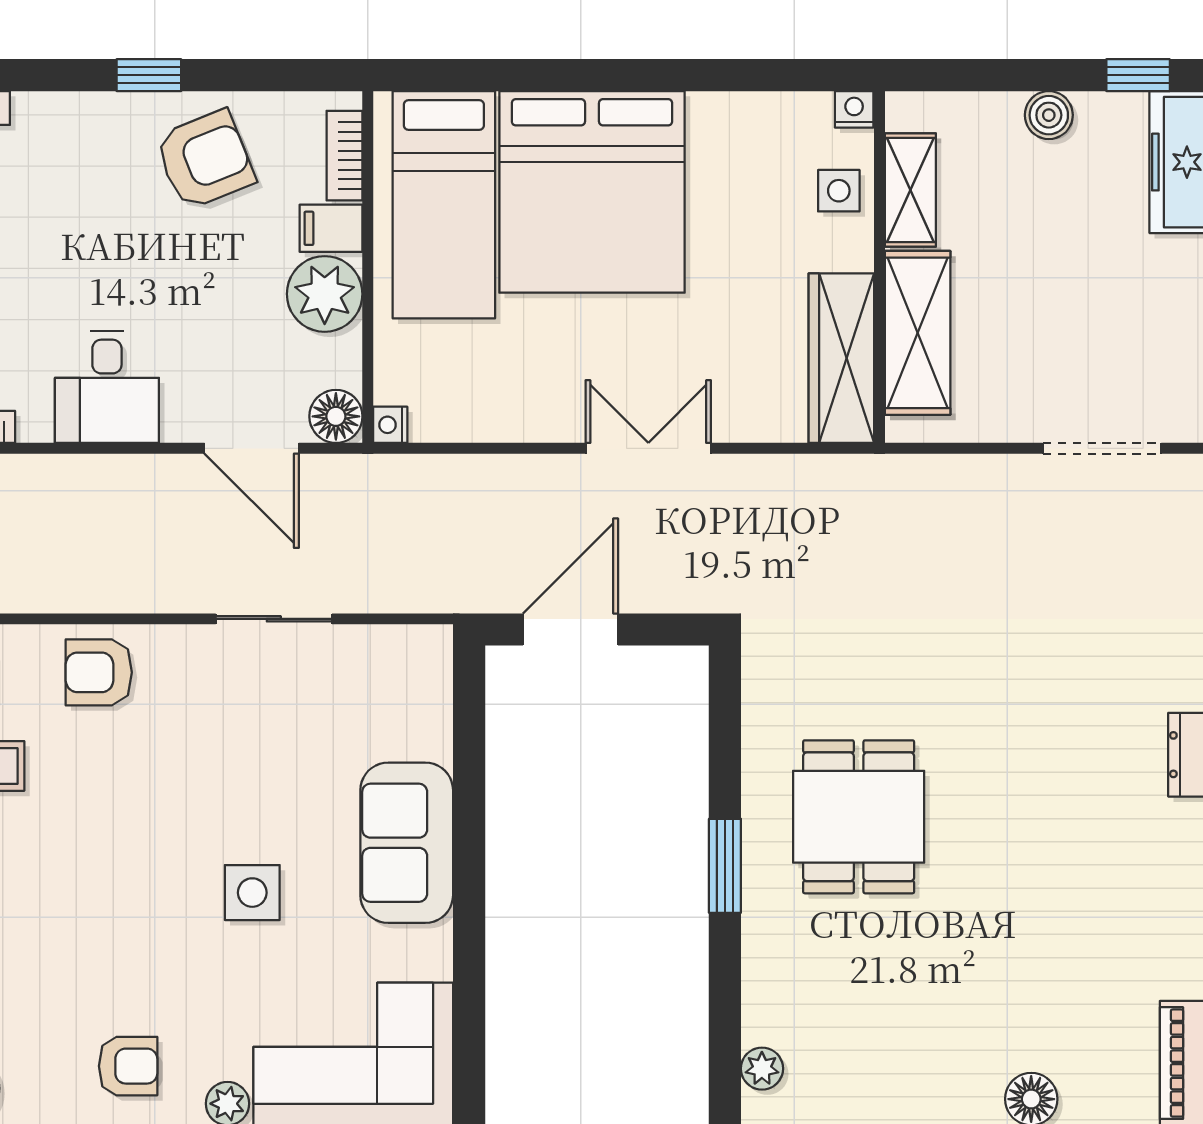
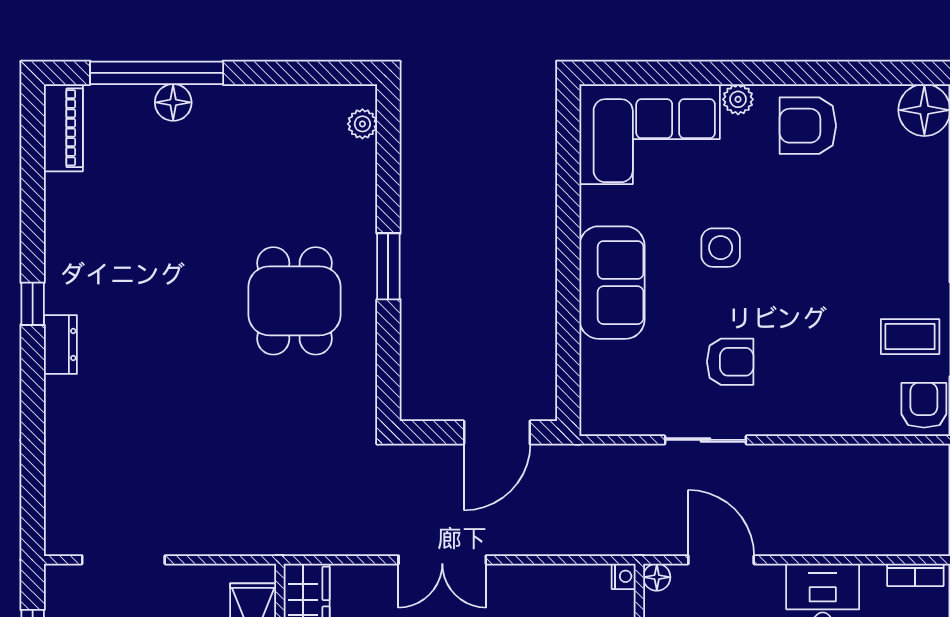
floor lamp: (336, 416) -> (657, 577), width x0.73, depth x0.73
armchair: (99, 672) -> (730, 362), moved
armchair: (128, 1066) -> (808, 126), width x1.38, depth x1.38

